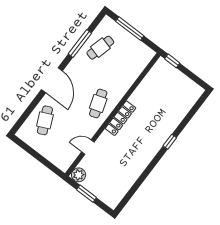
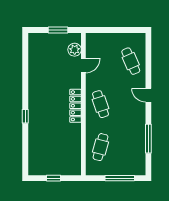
cafe table: (100, 48) -> (100, 147), moved
window: (172, 61) -> (54, 178), moved
door: (52, 80) -> (148, 95), width x0.53
plant: (79, 175) -> (75, 50), moved

